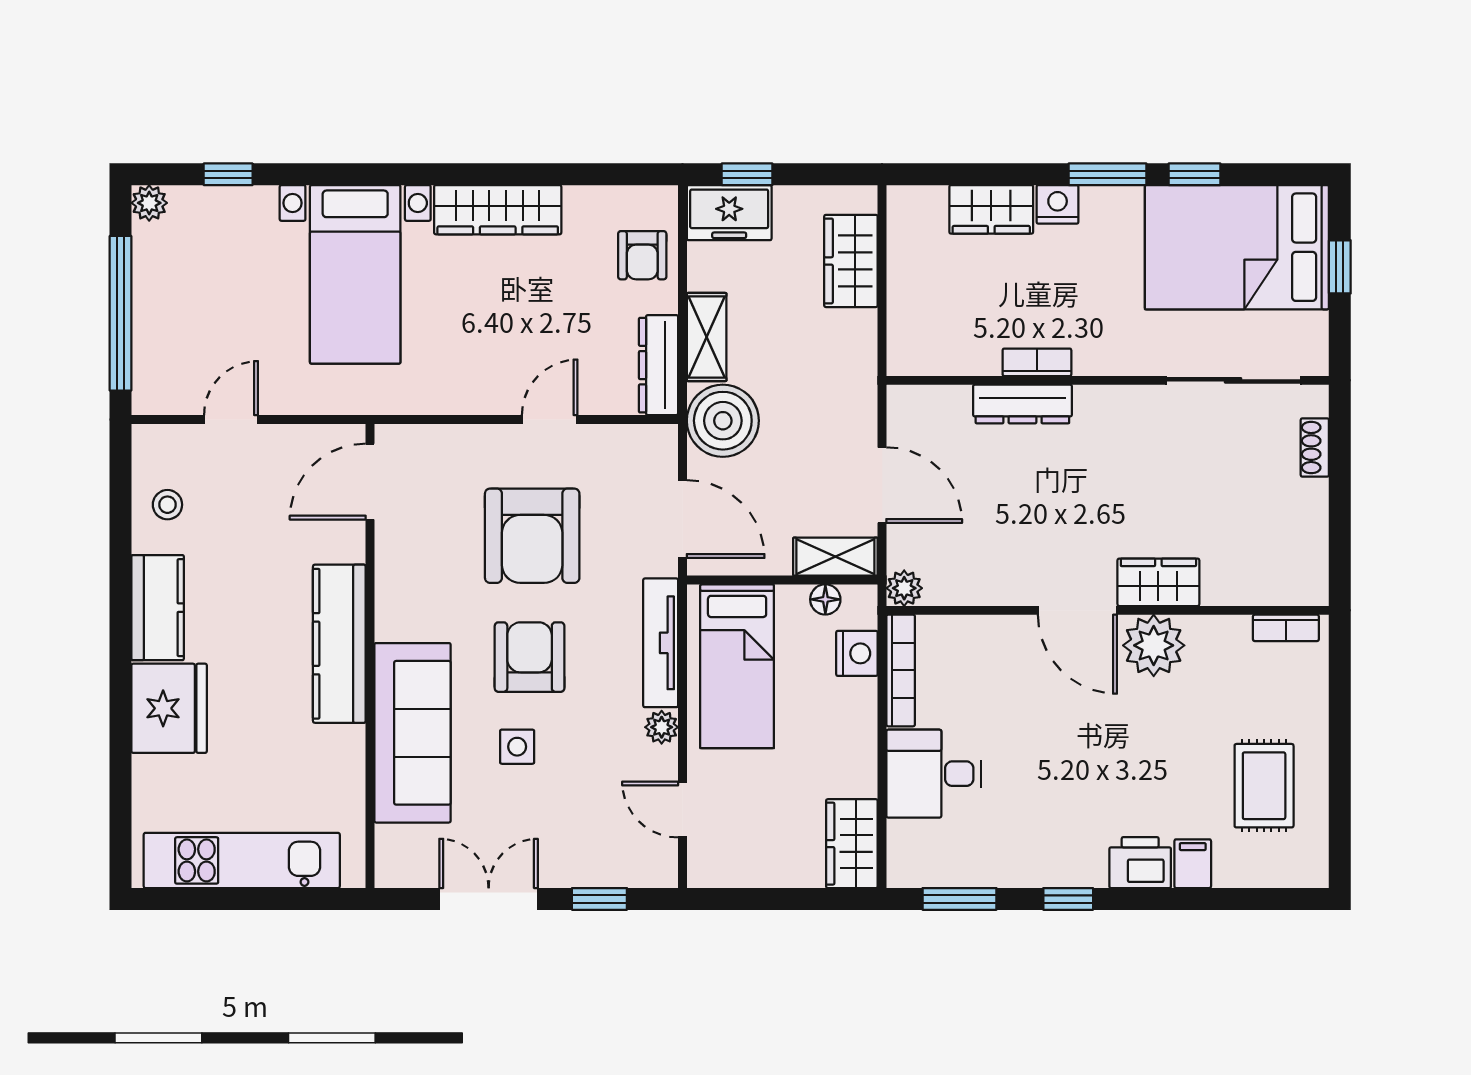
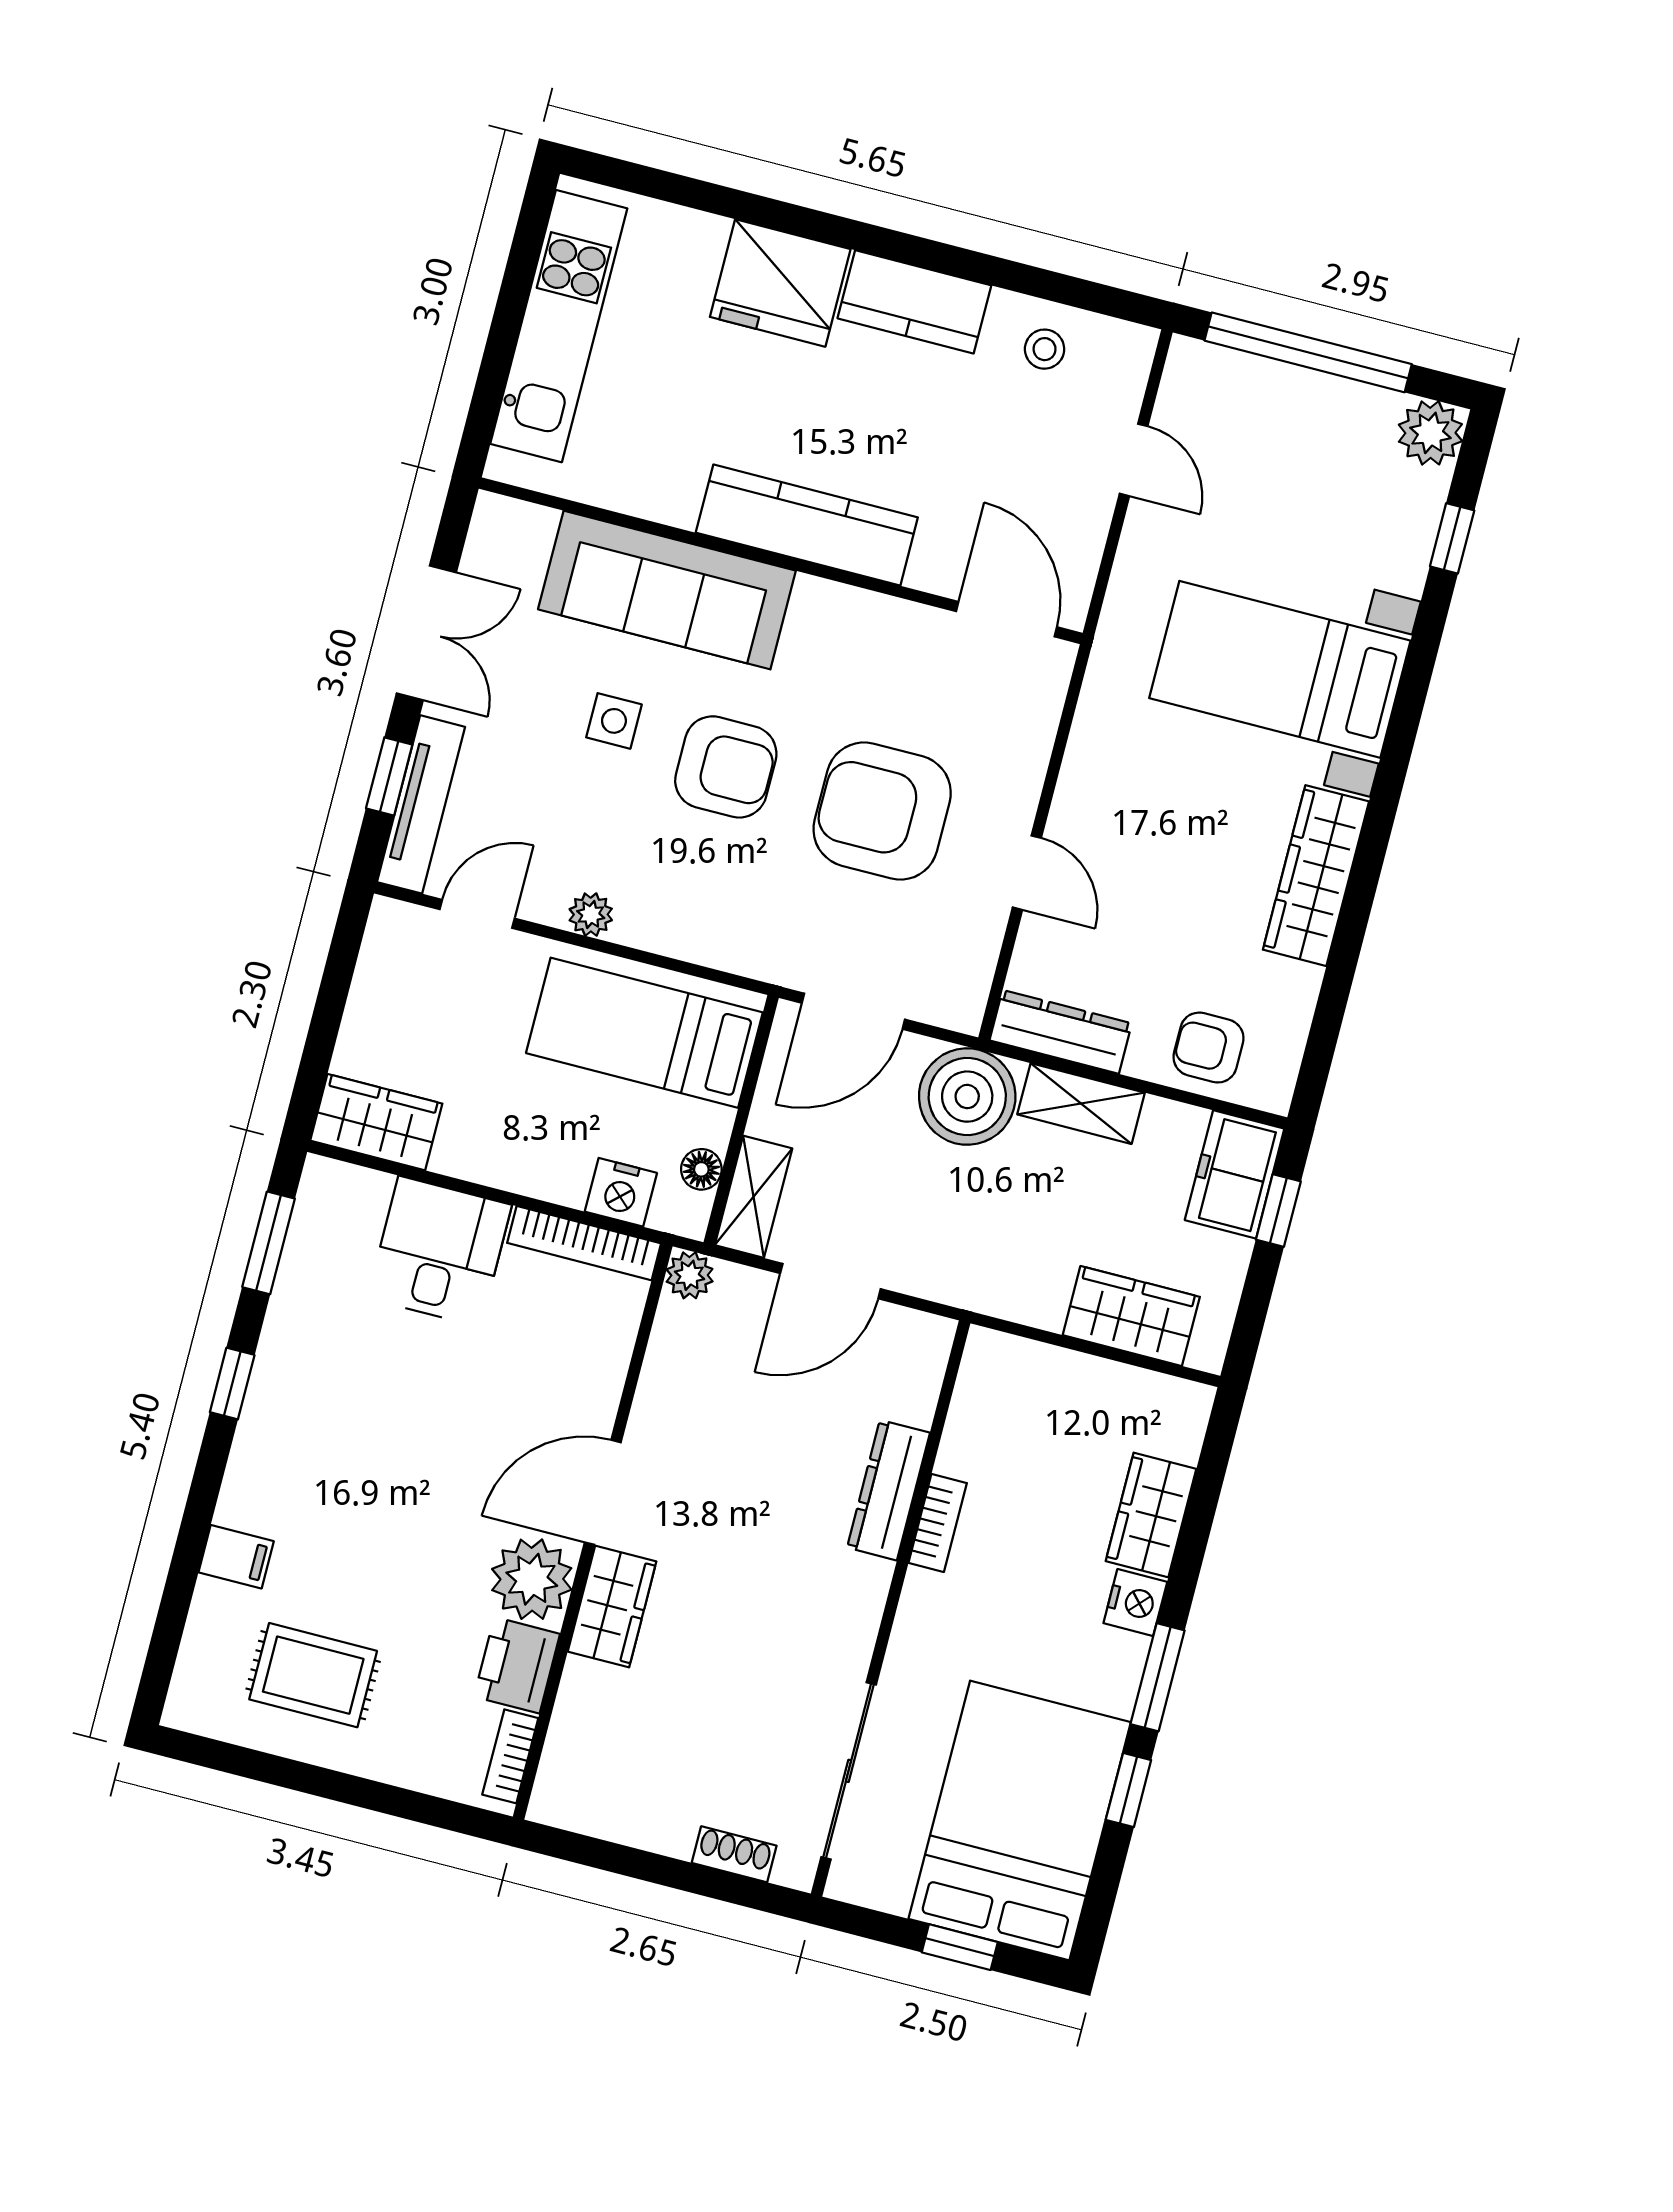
plant: (149, 203) -> (1430, 433), width x1.38, depth x1.38
tv unit: (661, 643) -> (421, 804), moved, turned 90
printer: (1140, 863) -> (517, 1665), moved, turned 180

